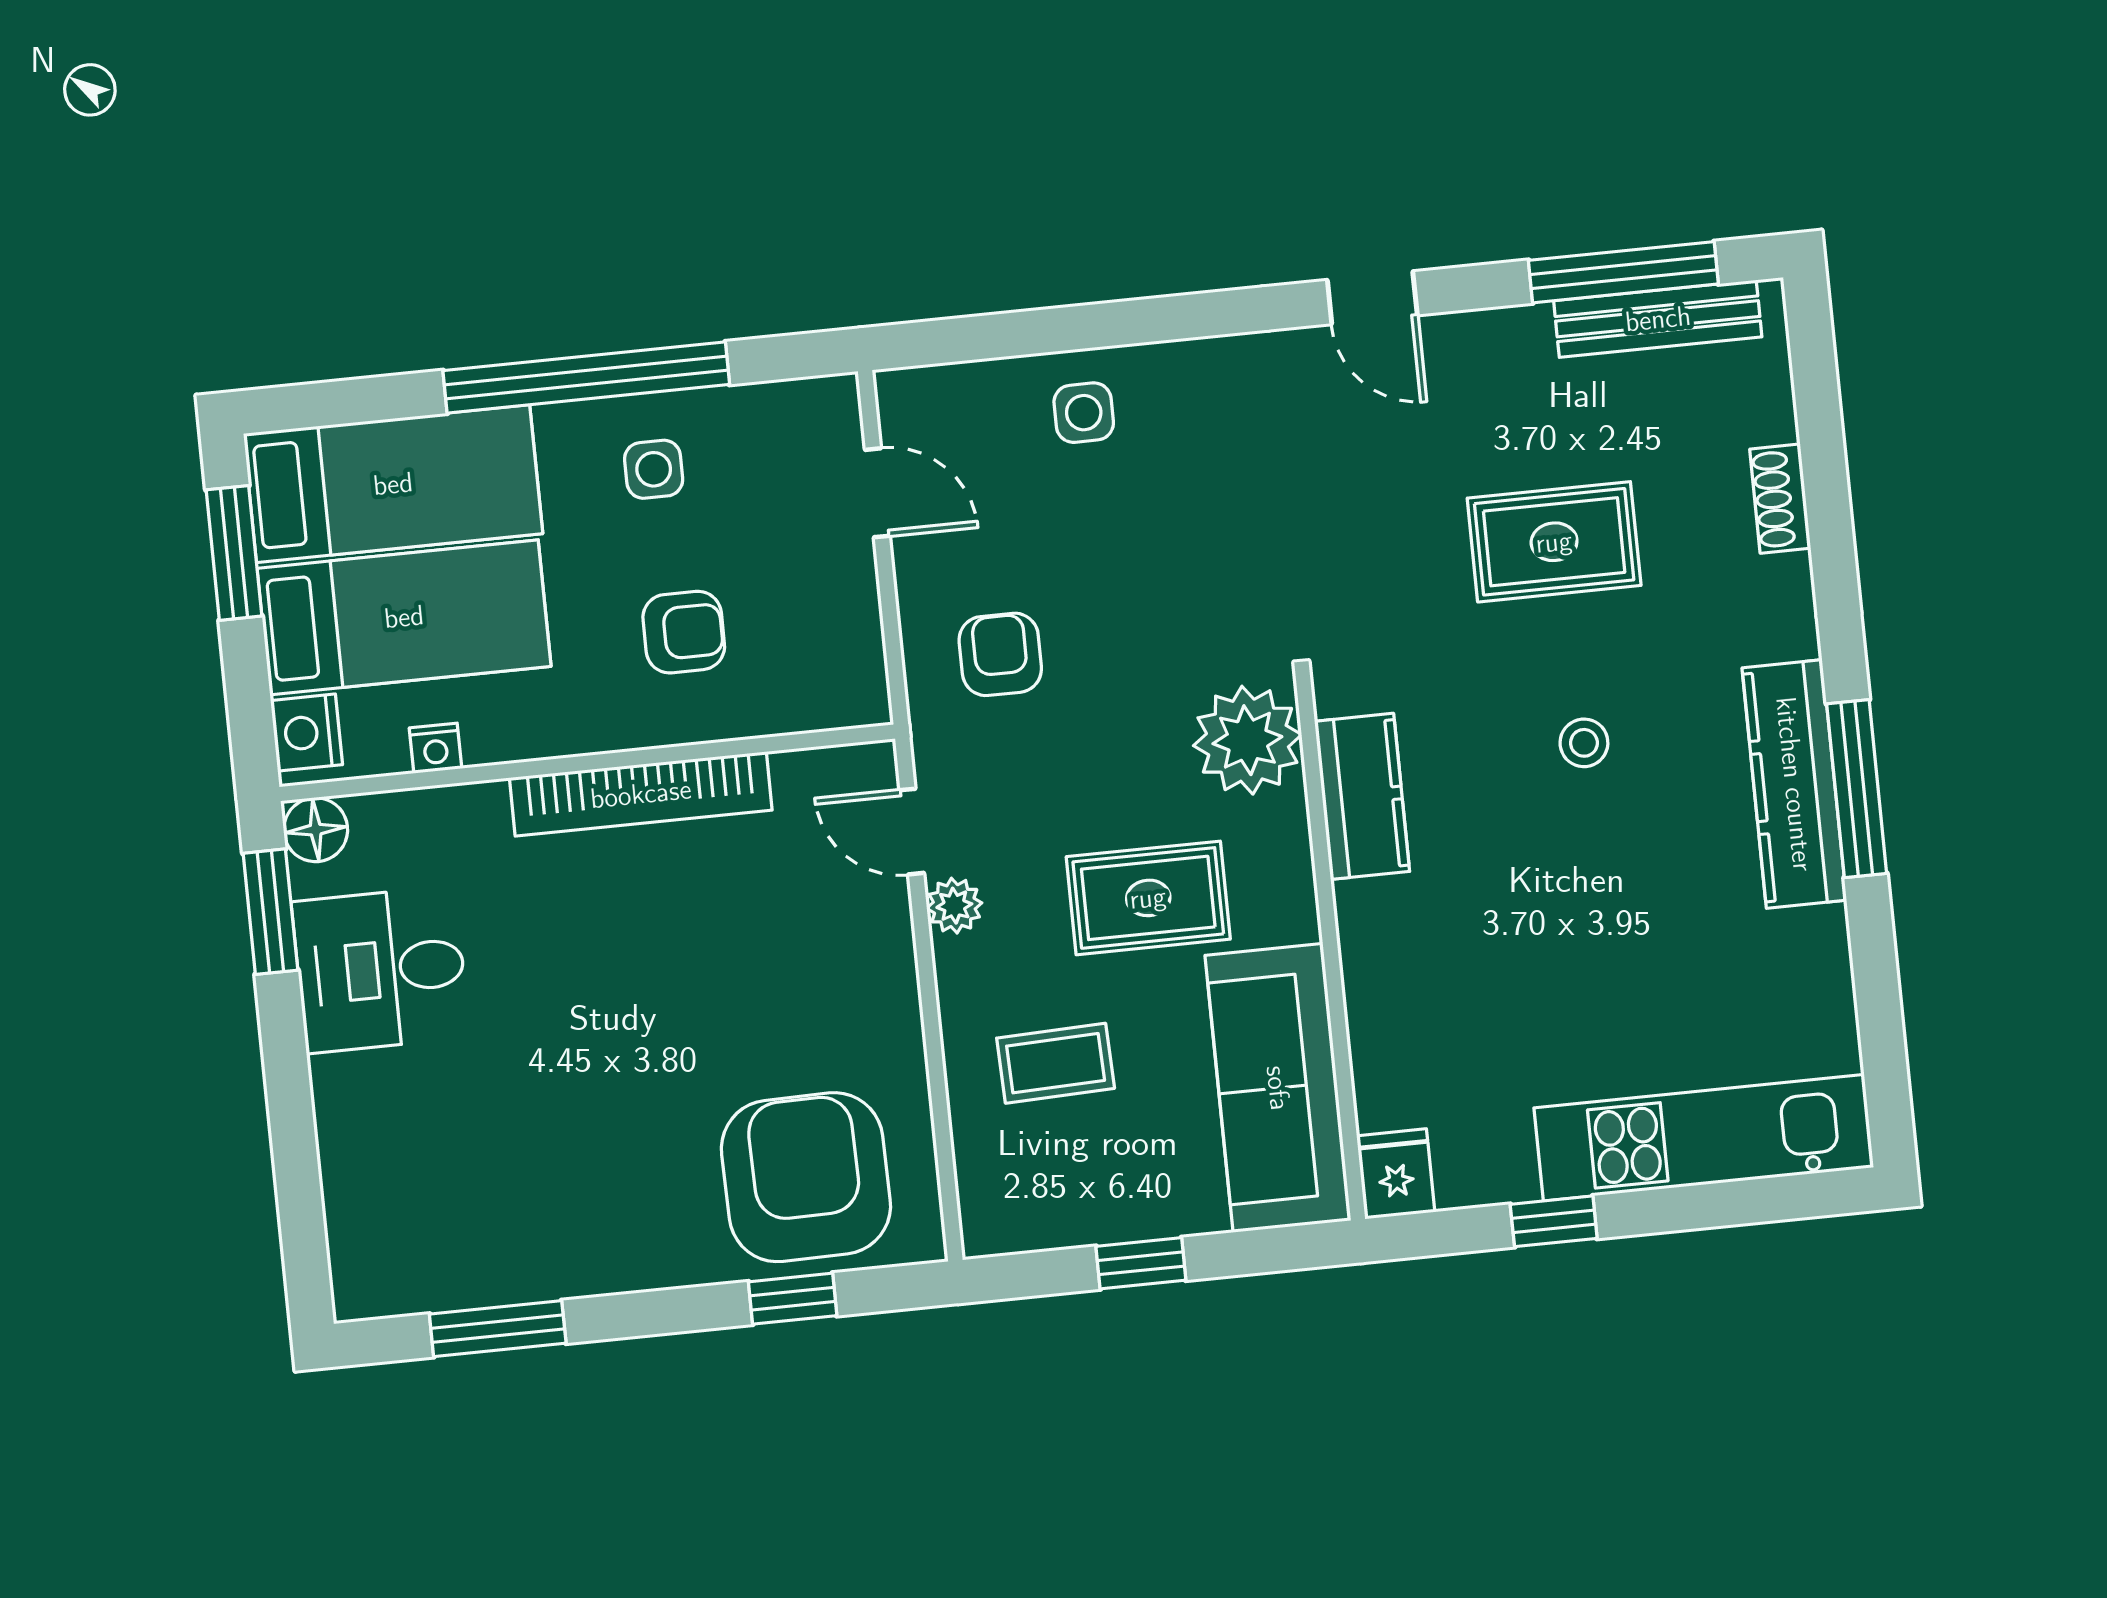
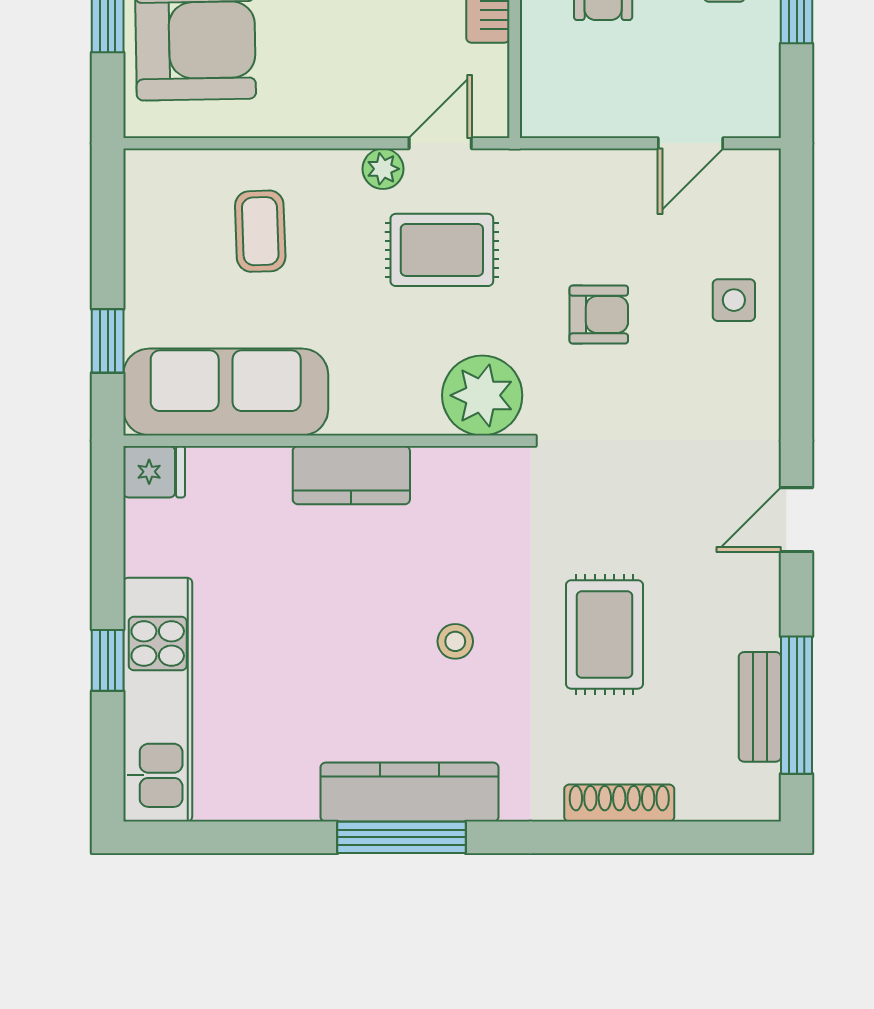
bench: (1658, 319) -> (760, 707), width x0.73
shoe rack: (1780, 499) -> (619, 803), width x1.43
armchair: (1000, 654) -> (599, 315), moved
kitchen counter: (1362, 796) -> (351, 475), moved
rug: (1148, 898) -> (442, 250), moved, turned 90
window: (1554, 1221) -> (108, 660), moved
window: (1141, 1263) -> (108, 341), moved

